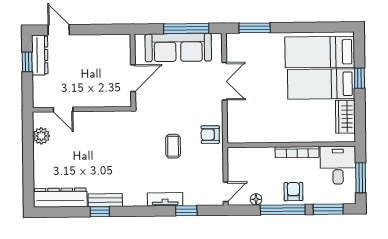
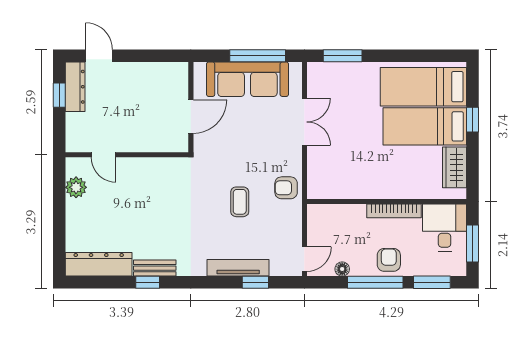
tv unit: (165, 199) -> (238, 268), width x1.41

